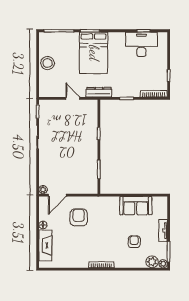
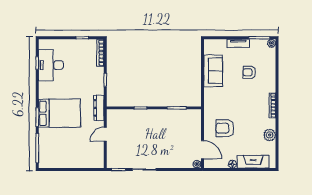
stool: (48, 63) -> (70, 160), removed
plant: (152, 262) -> (270, 135), moved

